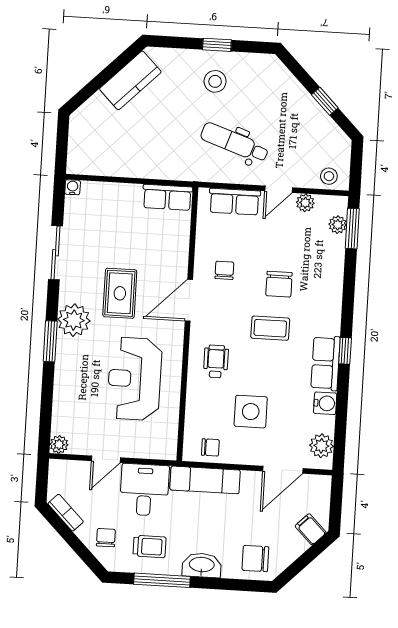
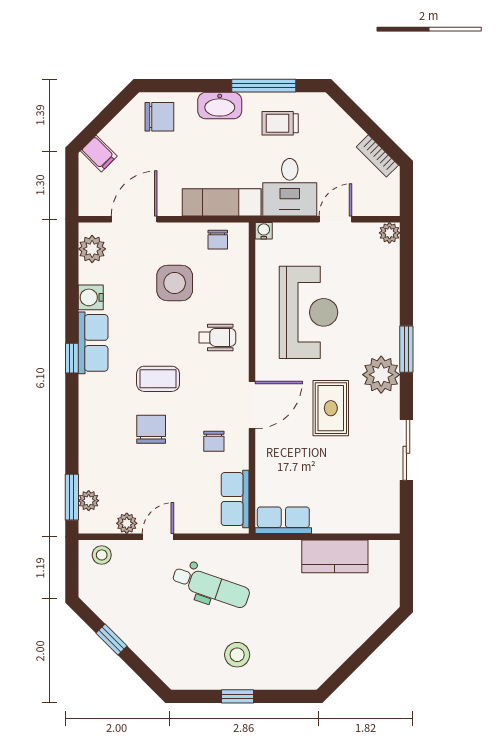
kitchen counter: (130, 80) -> (335, 556), moved, turned -135
water cooler: (73, 187) -> (264, 231), moved, turned 180
row of seats: (234, 202) -> (235, 499), moved, turned -90
wheelchair: (216, 361) -> (217, 337), turned -90
chair: (210, 447) -> (218, 240), turned -90
chair: (106, 538) -> (330, 130), removed

